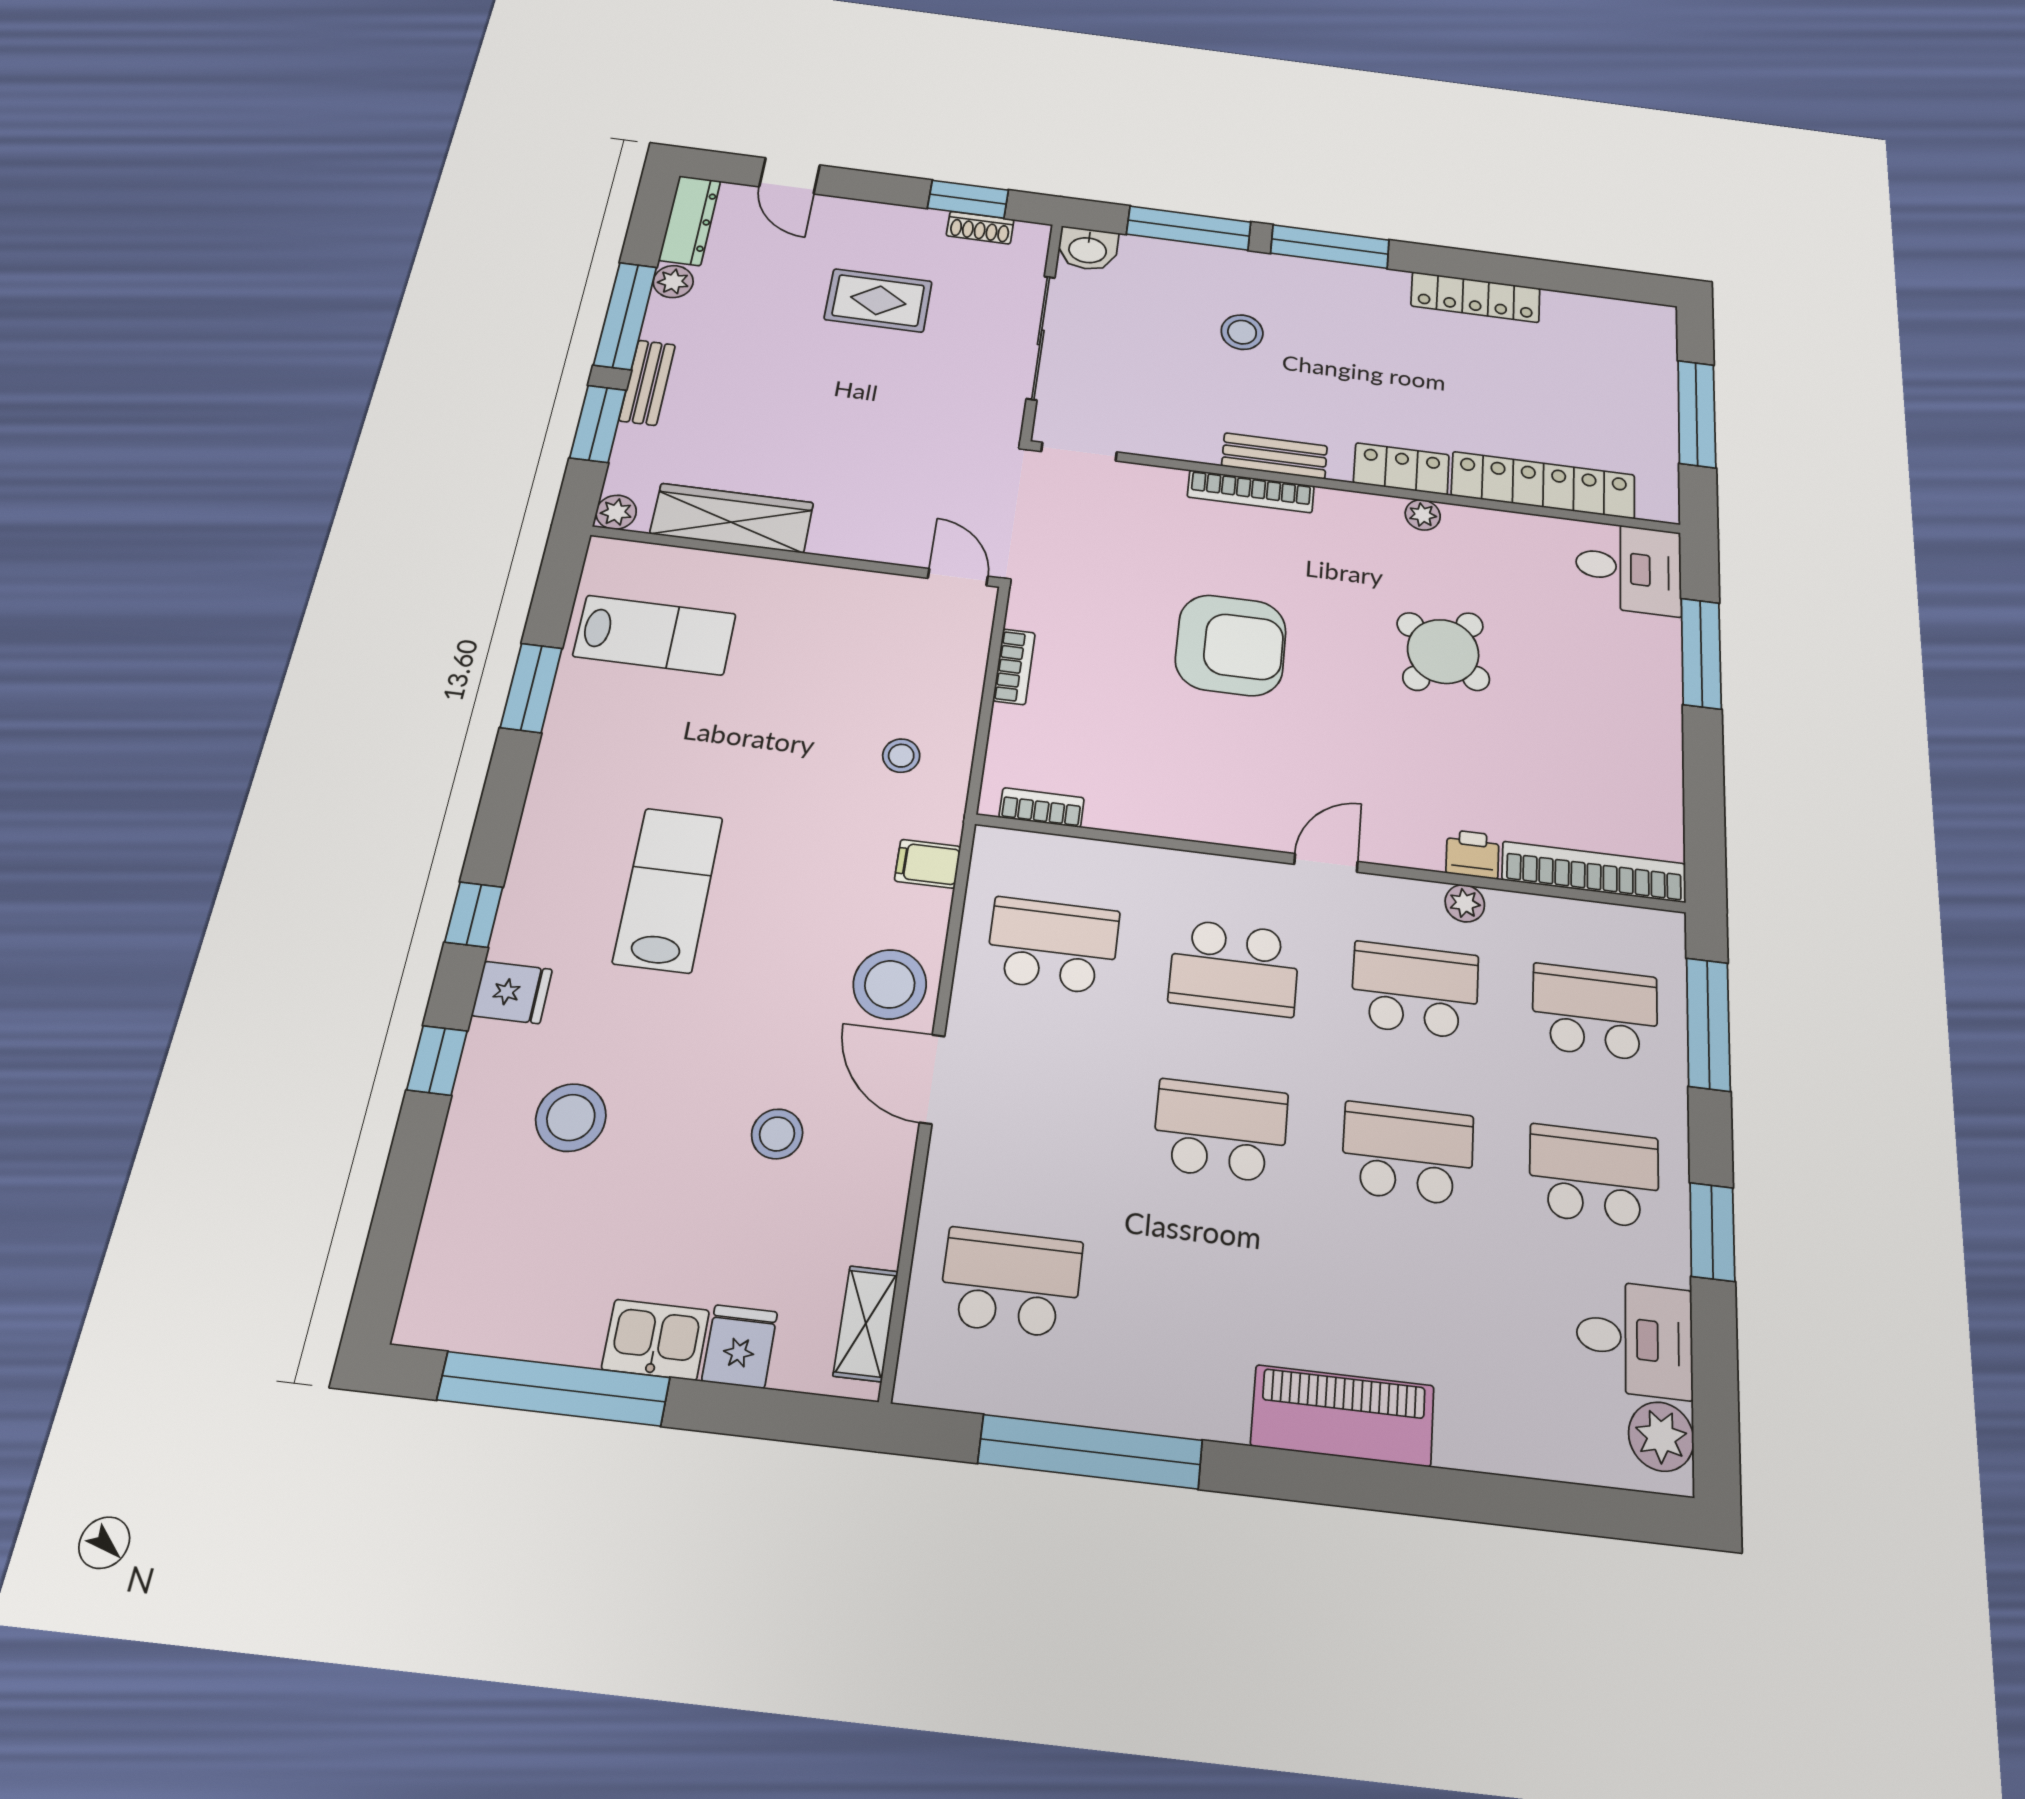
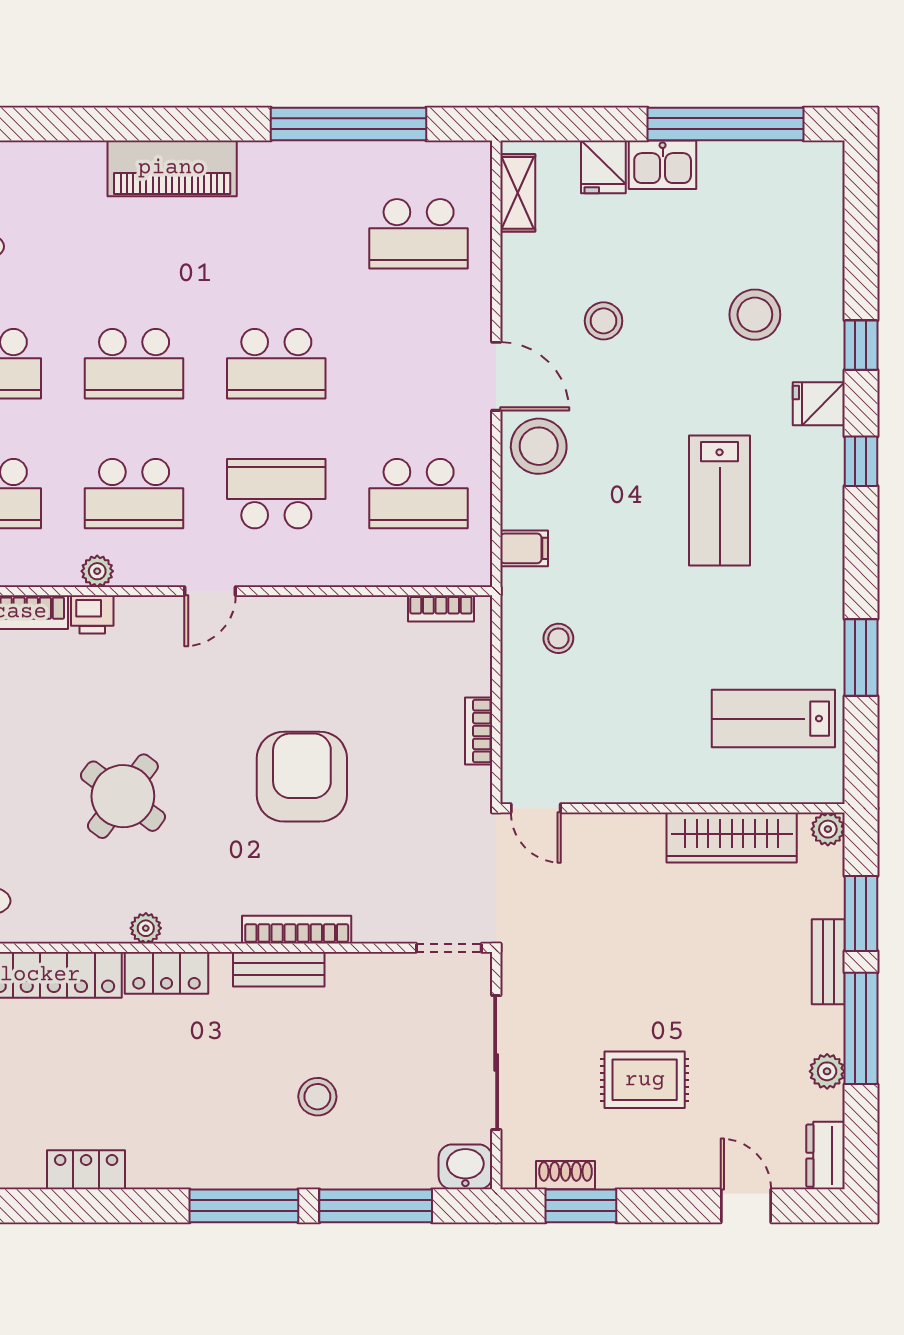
dresser: (690, 220) -> (825, 1156), width x0.70
locker: (1476, 297) -> (86, 1170), width x0.66
armchair: (1231, 645) -> (302, 777), turned 90

